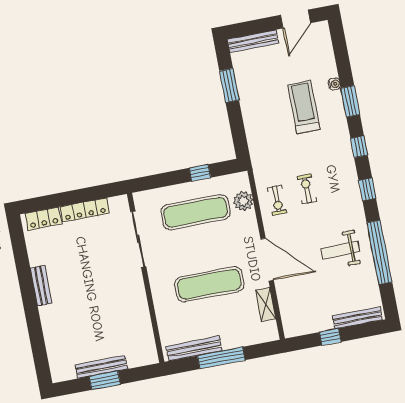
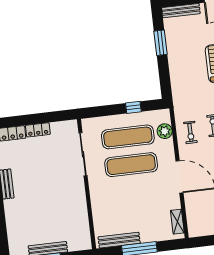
locker: (85, 210) -> (38, 130), width x0.66
exercise mat: (209, 284) -> (131, 165), moved
shelving: (266, 304) -> (177, 222), moved

